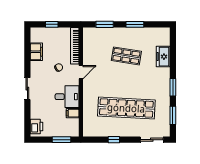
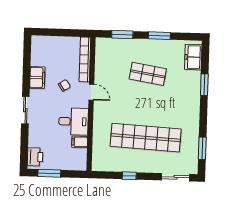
window: (52, 24) -> (58, 32), removed
filing cabinet: (36, 52) -> (37, 78), moved
freezer: (163, 57) -> (193, 57), moved
door: (81, 72) -> (91, 92), hinge flipped
window: (173, 87) -> (204, 85), moved
window: (61, 140) -> (49, 173), moved

